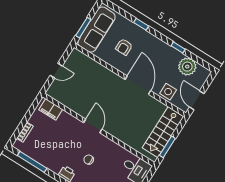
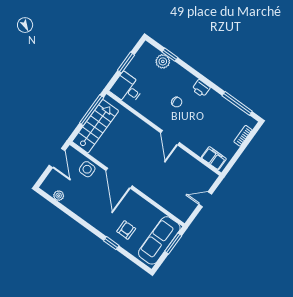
armchair: (124, 47) -> (126, 230), moved
window: (178, 48) -> (73, 216), removed
plant: (187, 67) -> (59, 196), width x0.53, depth x0.53
window: (167, 147) -> (92, 110), width x1.44

